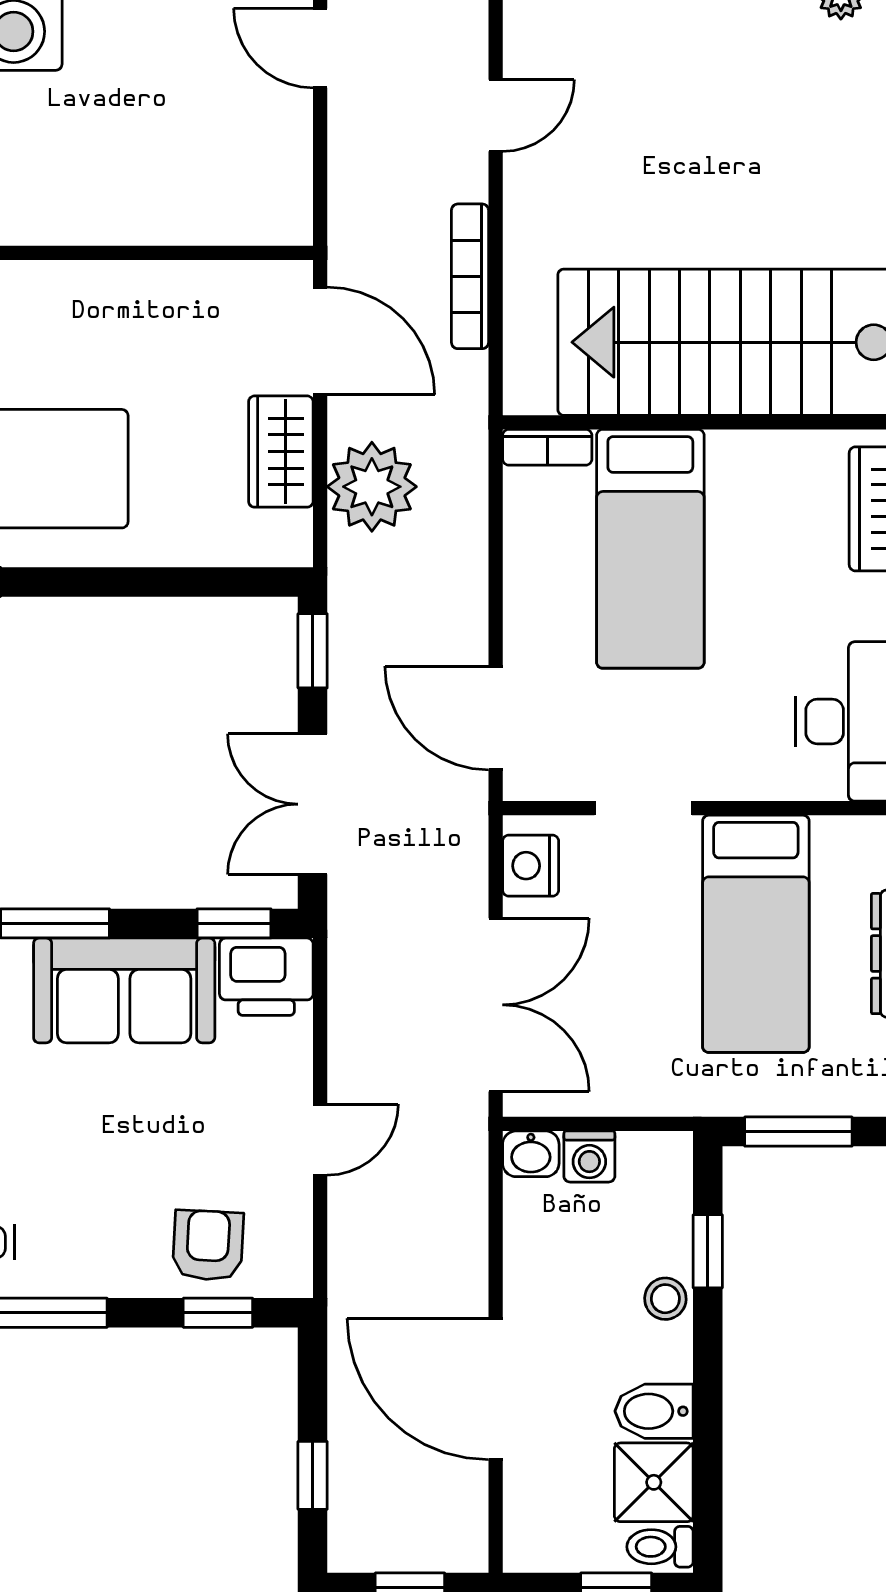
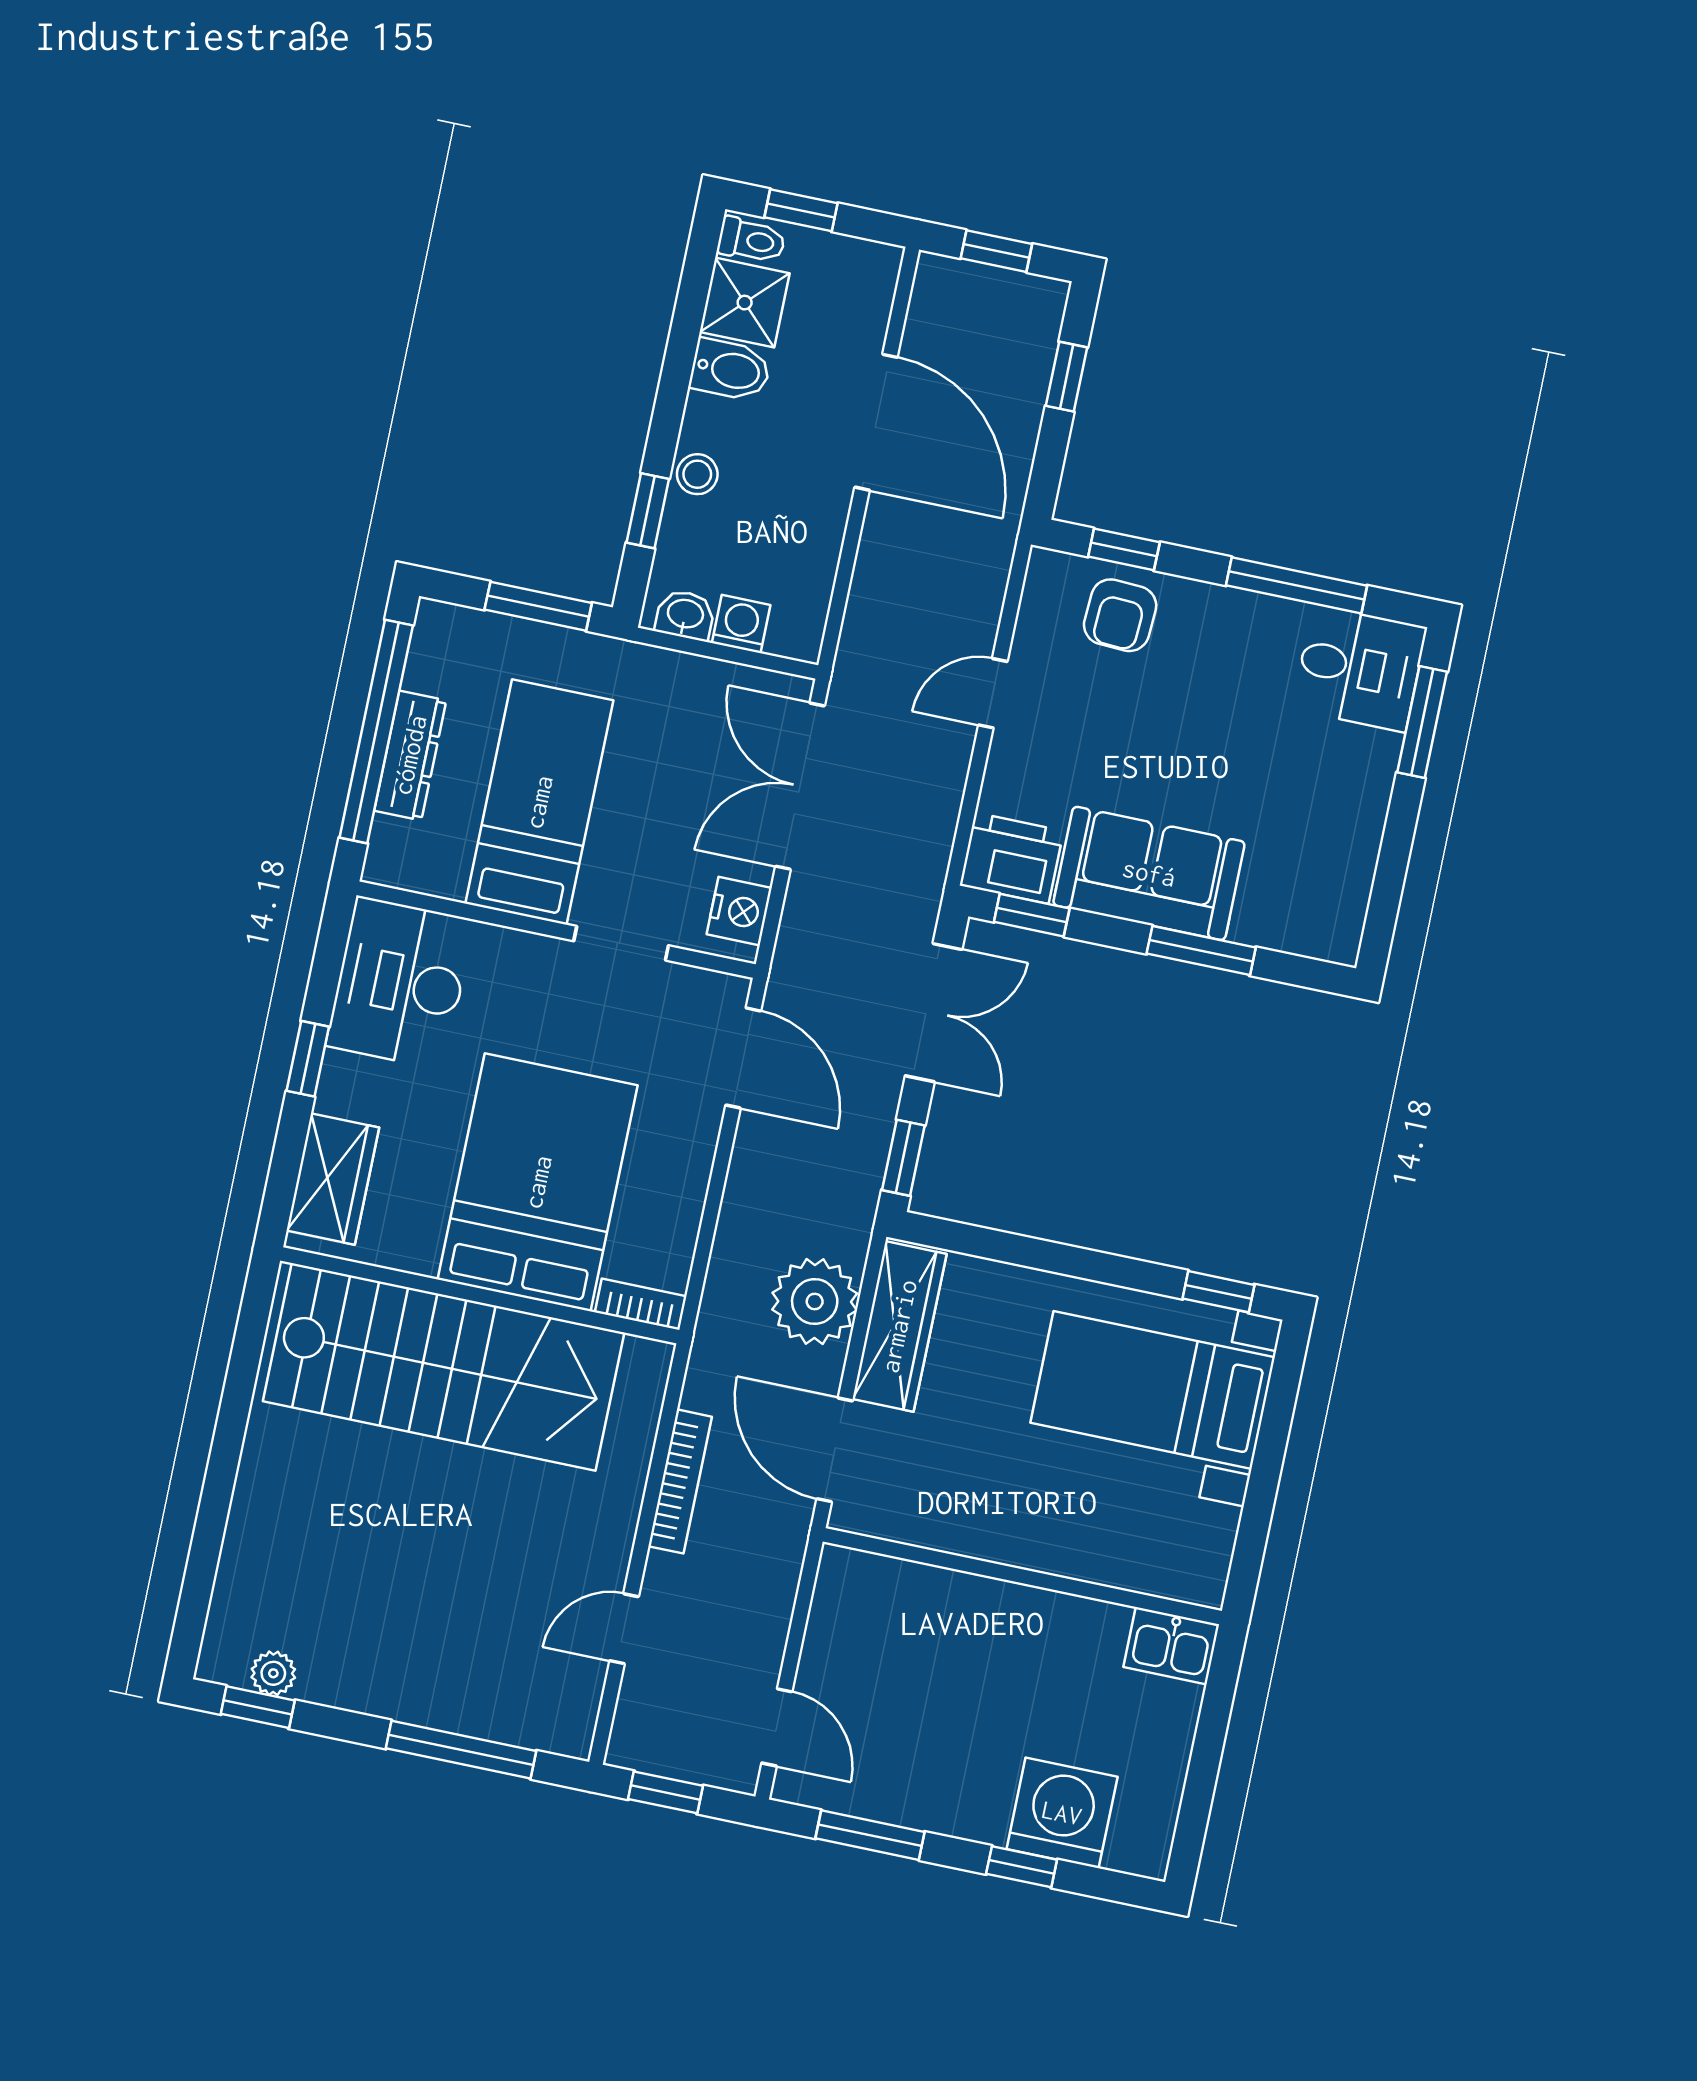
wardrobe: (281, 452) -> (899, 1326), width x1.50
bed: (650, 549) -> (538, 1182), width x1.50
washbasin: (531, 1154) -> (685, 615), moved

